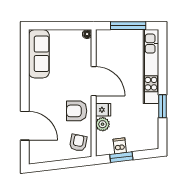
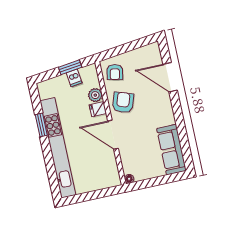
window: (128, 26) -> (91, 196), removed
kitchen unit: (151, 67) -> (58, 148), width x1.36
armchair: (77, 111) -> (123, 102), turned -71

